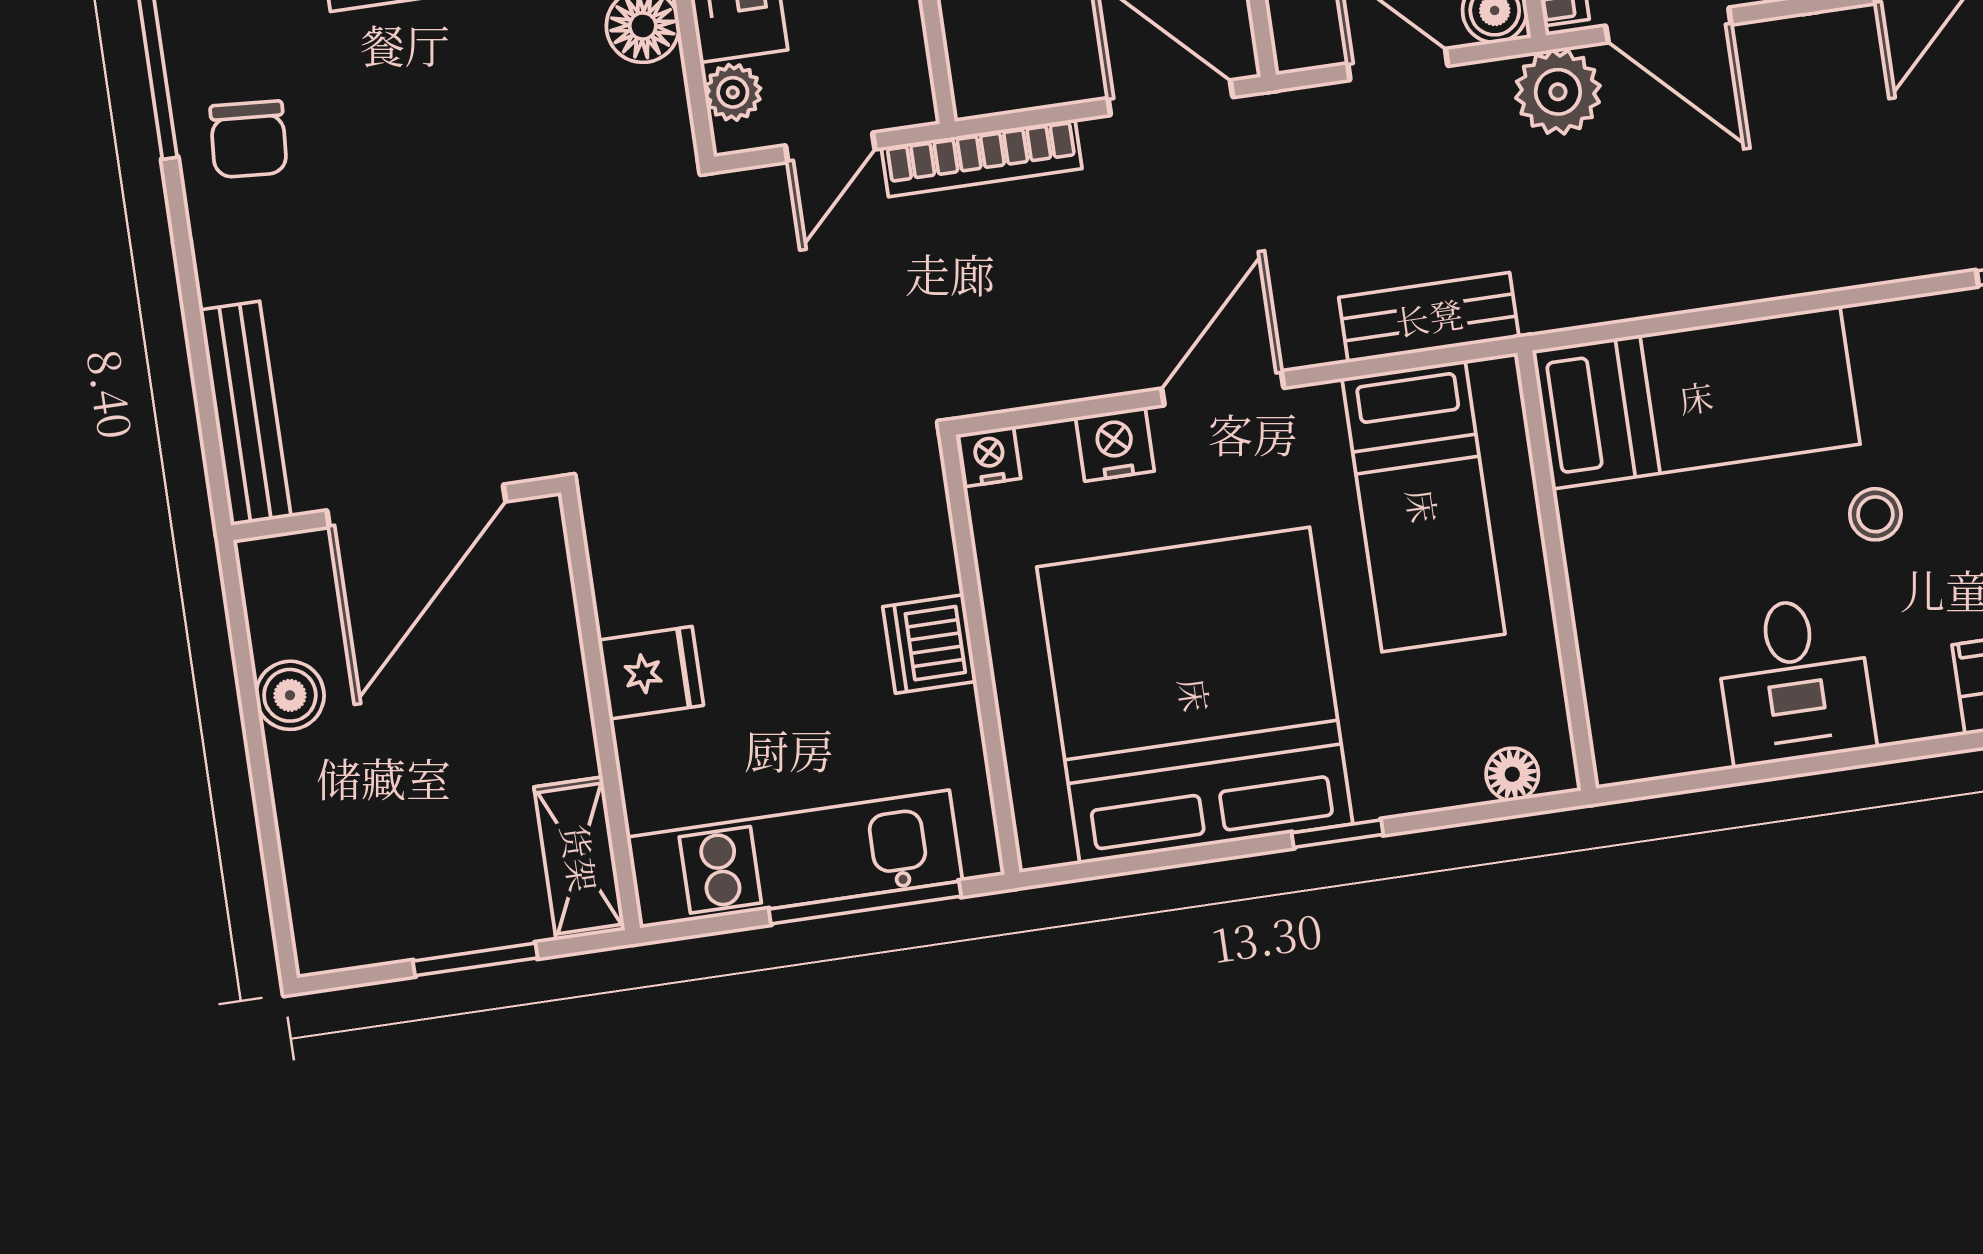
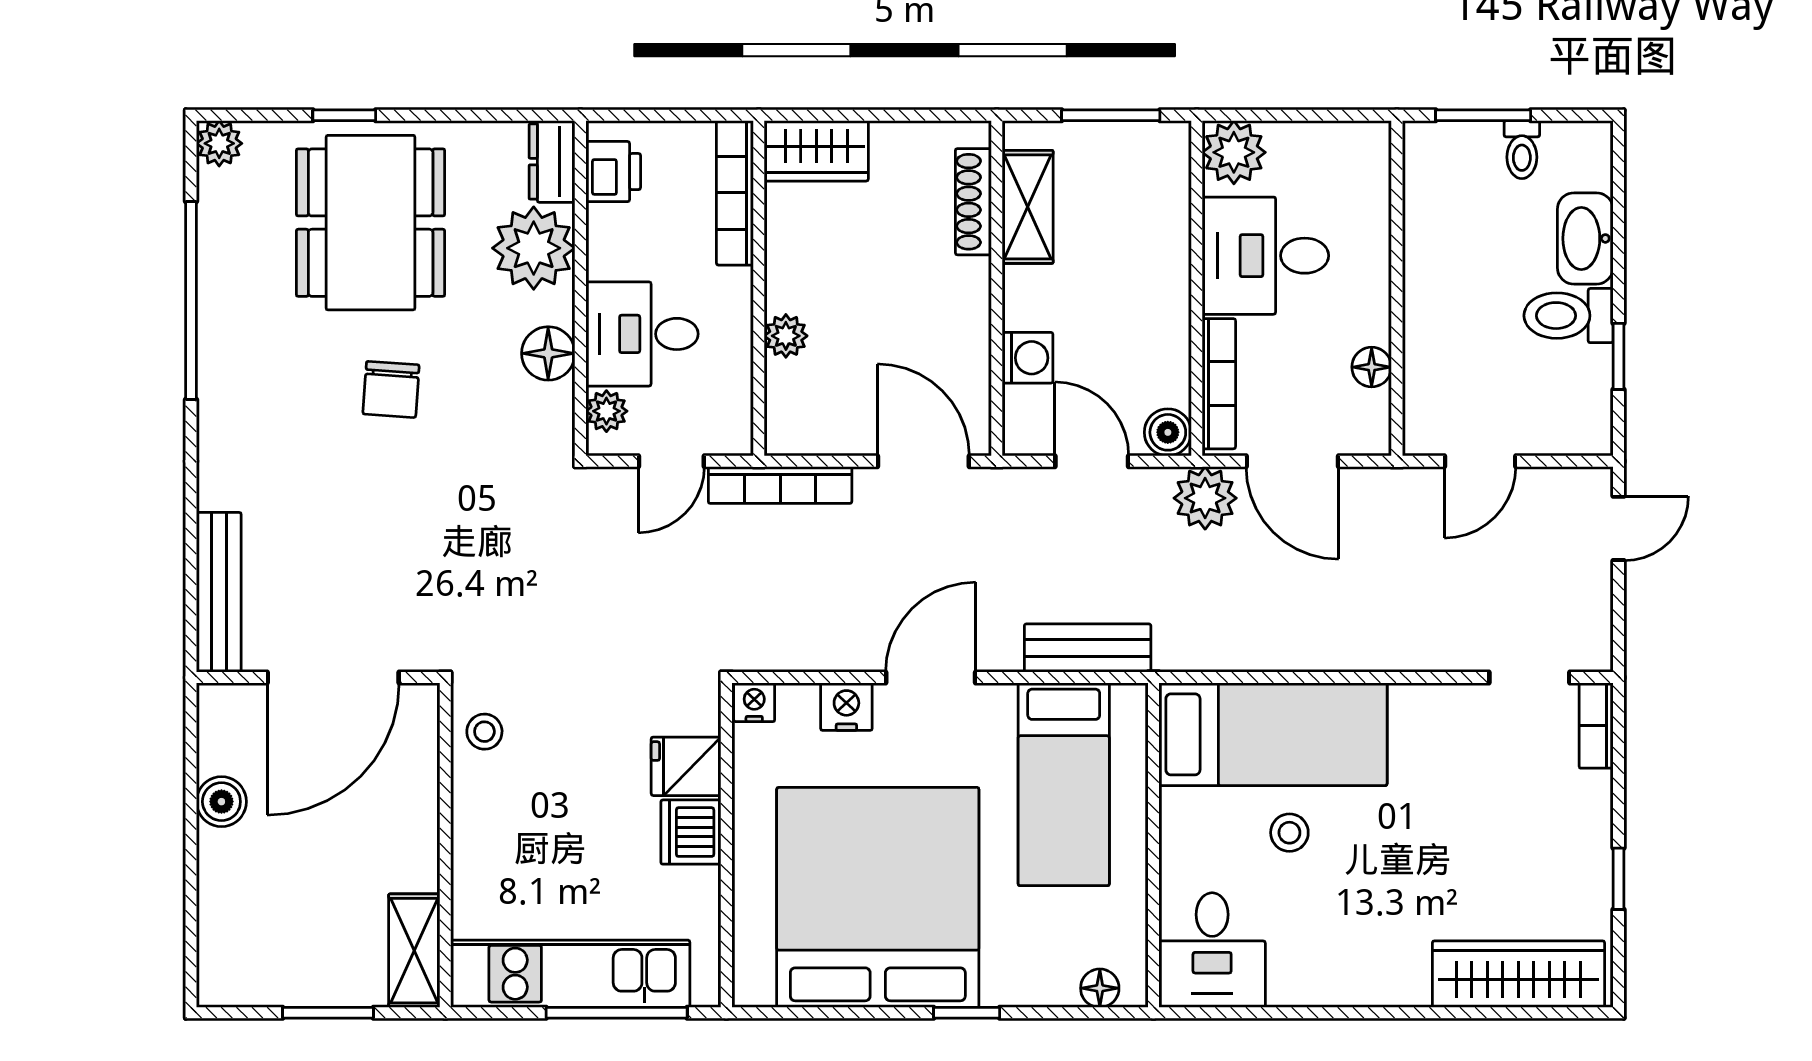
chair: (249, 139) -> (391, 389), moved
stool: (1875, 514) -> (1289, 833), moved
stool: (631, 549) -> (484, 732), added
fridge: (651, 673) -> (686, 766), moved, turned 180
desk: (1795, 681) -> (1212, 950), moved

